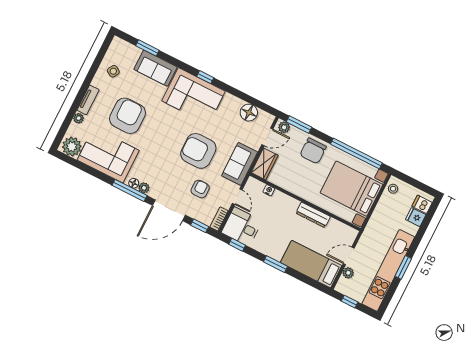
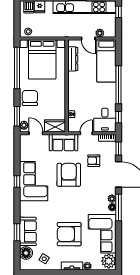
window: (147, 48) -> (17, 232), moved
window: (205, 77) -> (17, 182), moved
corner sofa: (193, 96) -> (34, 181), moved
floor lamp: (249, 113) -> (26, 253), moved
armchair: (198, 151) -> (69, 175), turned 180
chair: (313, 151) -> (30, 98), turned -90
dresser: (313, 215) -> (73, 59), moved
window: (275, 264) -> (119, 85), width x2.11
window: (350, 302) -> (119, 12), moved

